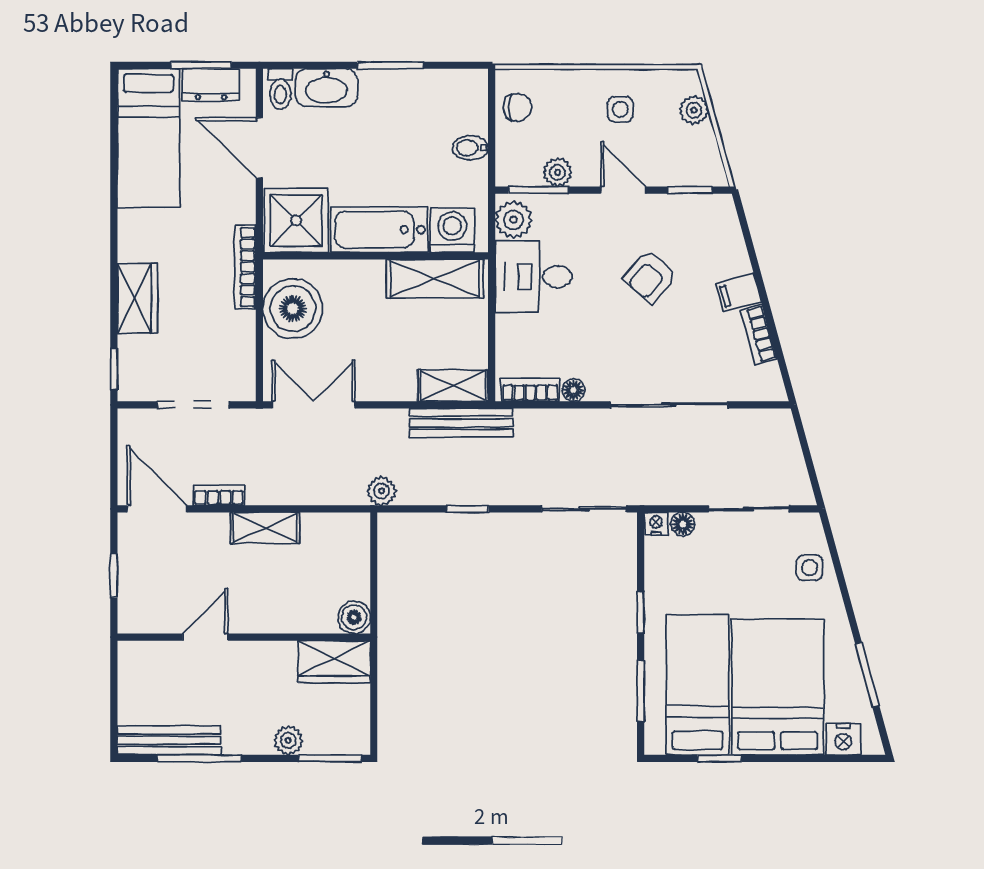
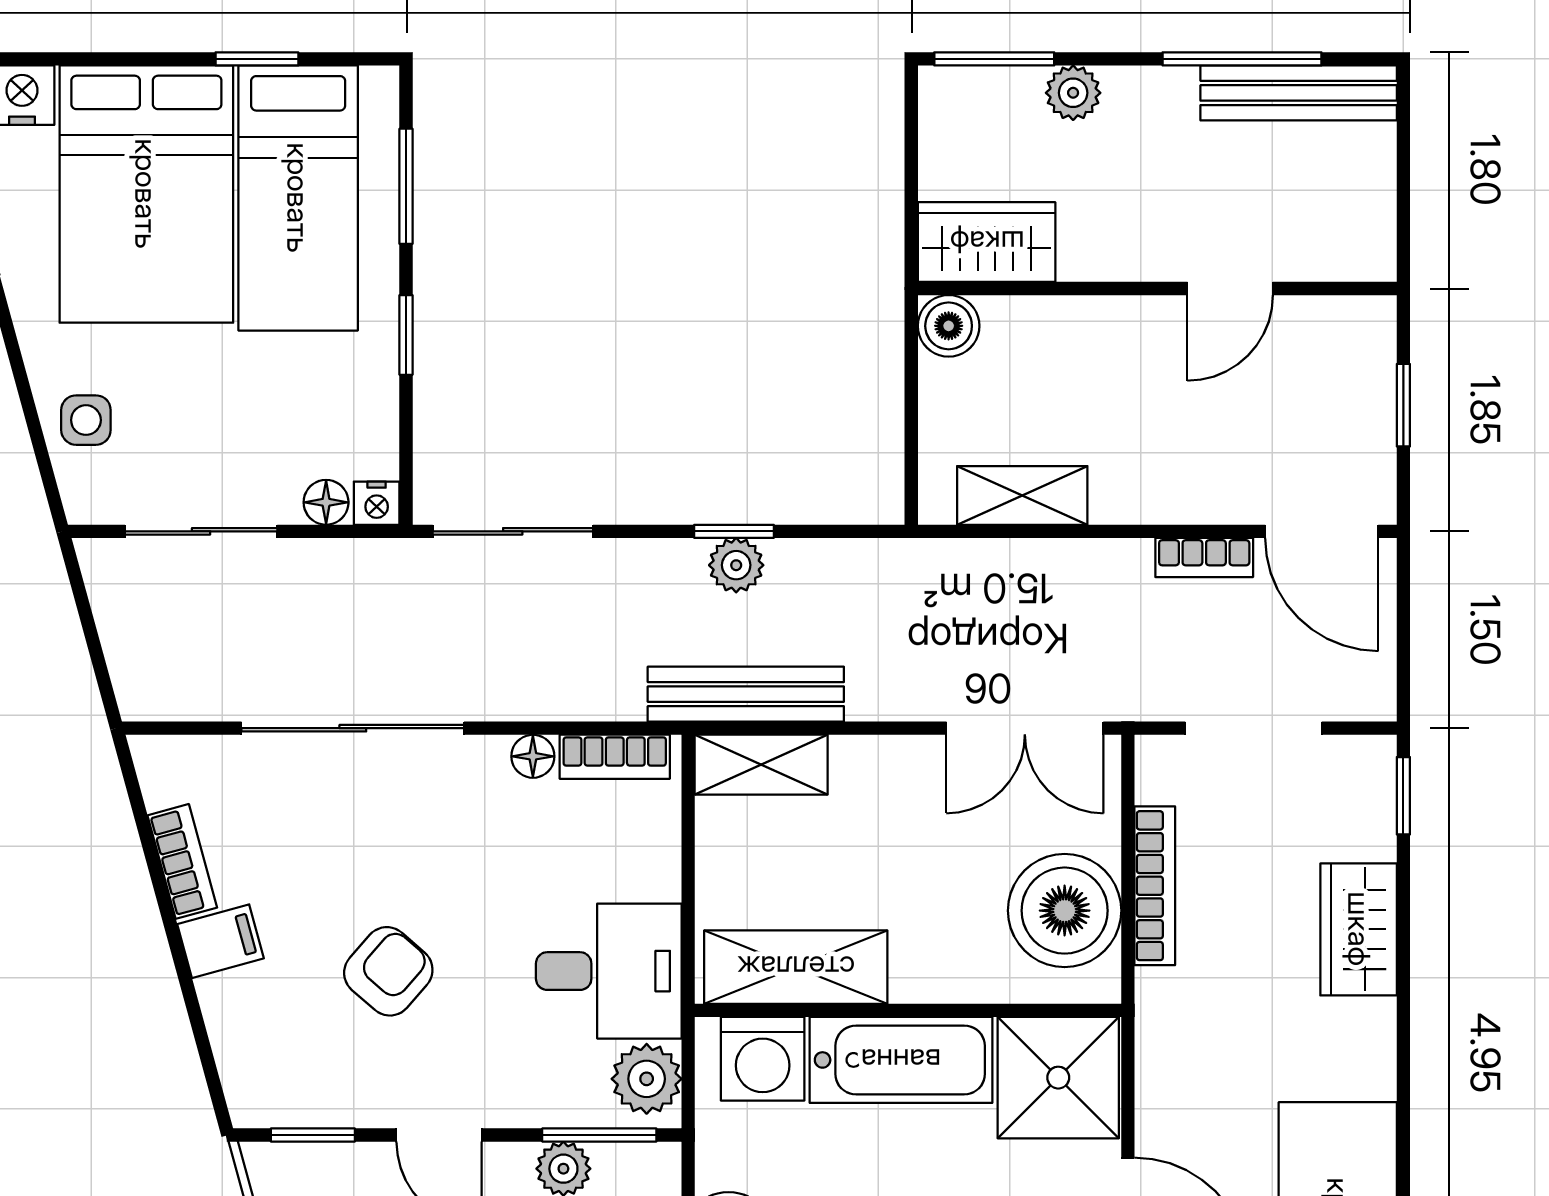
bookcase: (245, 267) -> (1155, 886), moved
plant: (381, 491) -> (736, 565), moved
shelving: (265, 528) -> (1022, 495), moved

